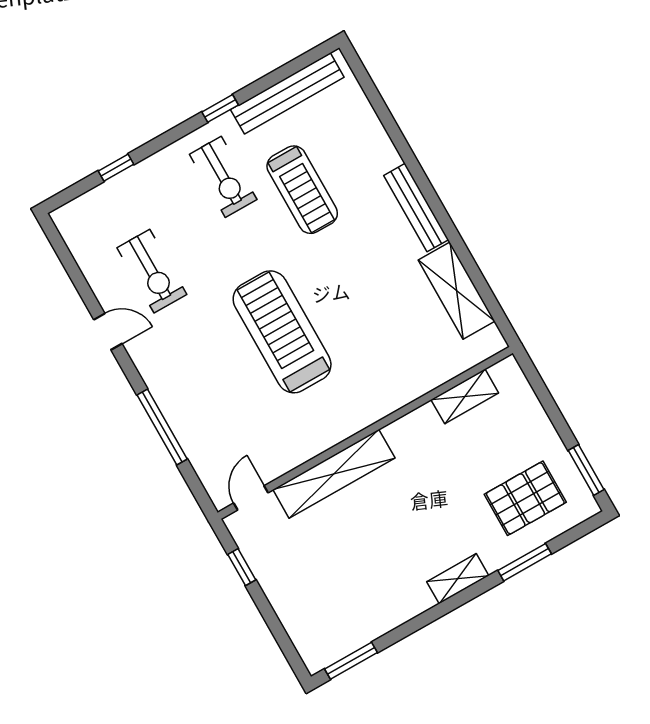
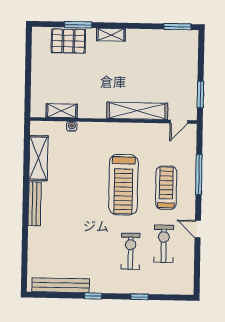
window: (116, 168) -> (140, 297), moved
exercise bike: (223, 177) -> (130, 251), moved
treadmill: (302, 190) -> (166, 188), moved
water cooler: (432, 380) -> (72, 126), added
window: (586, 470) -> (29, 49), removed
pallet: (525, 498) -> (68, 41), moved
window: (242, 567) -> (200, 94), width x1.50

